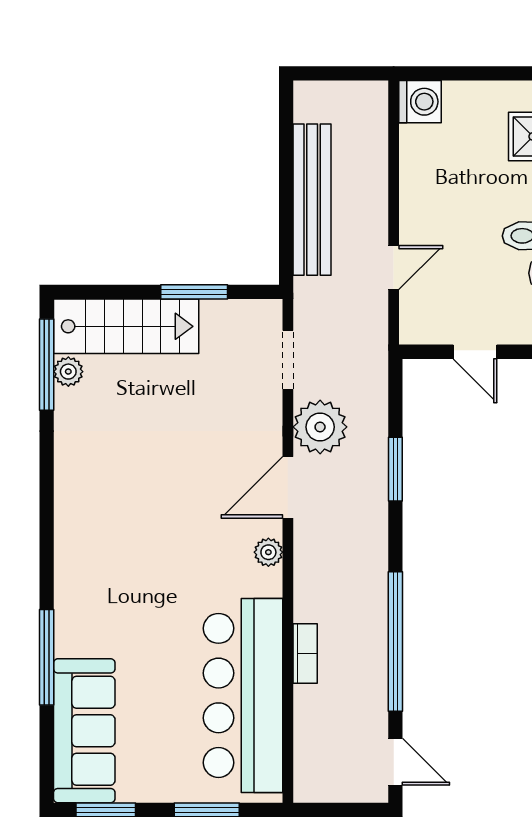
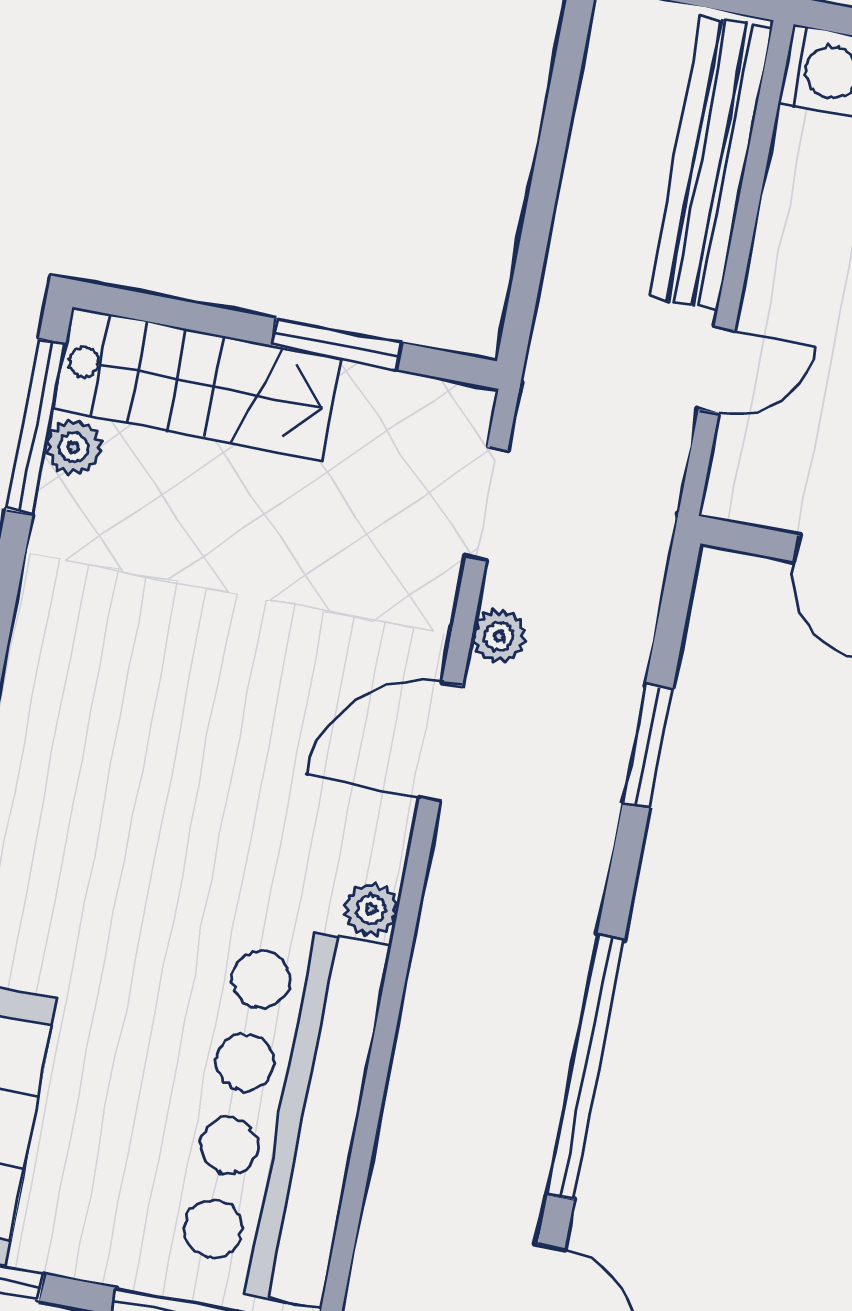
bench: (312, 200) -> (710, 162), moved
plant: (320, 427) -> (499, 636), width x0.53, depth x0.53
plant: (268, 552) -> (371, 909), moved
bookcase: (305, 654) -> (413, 1057), removed

